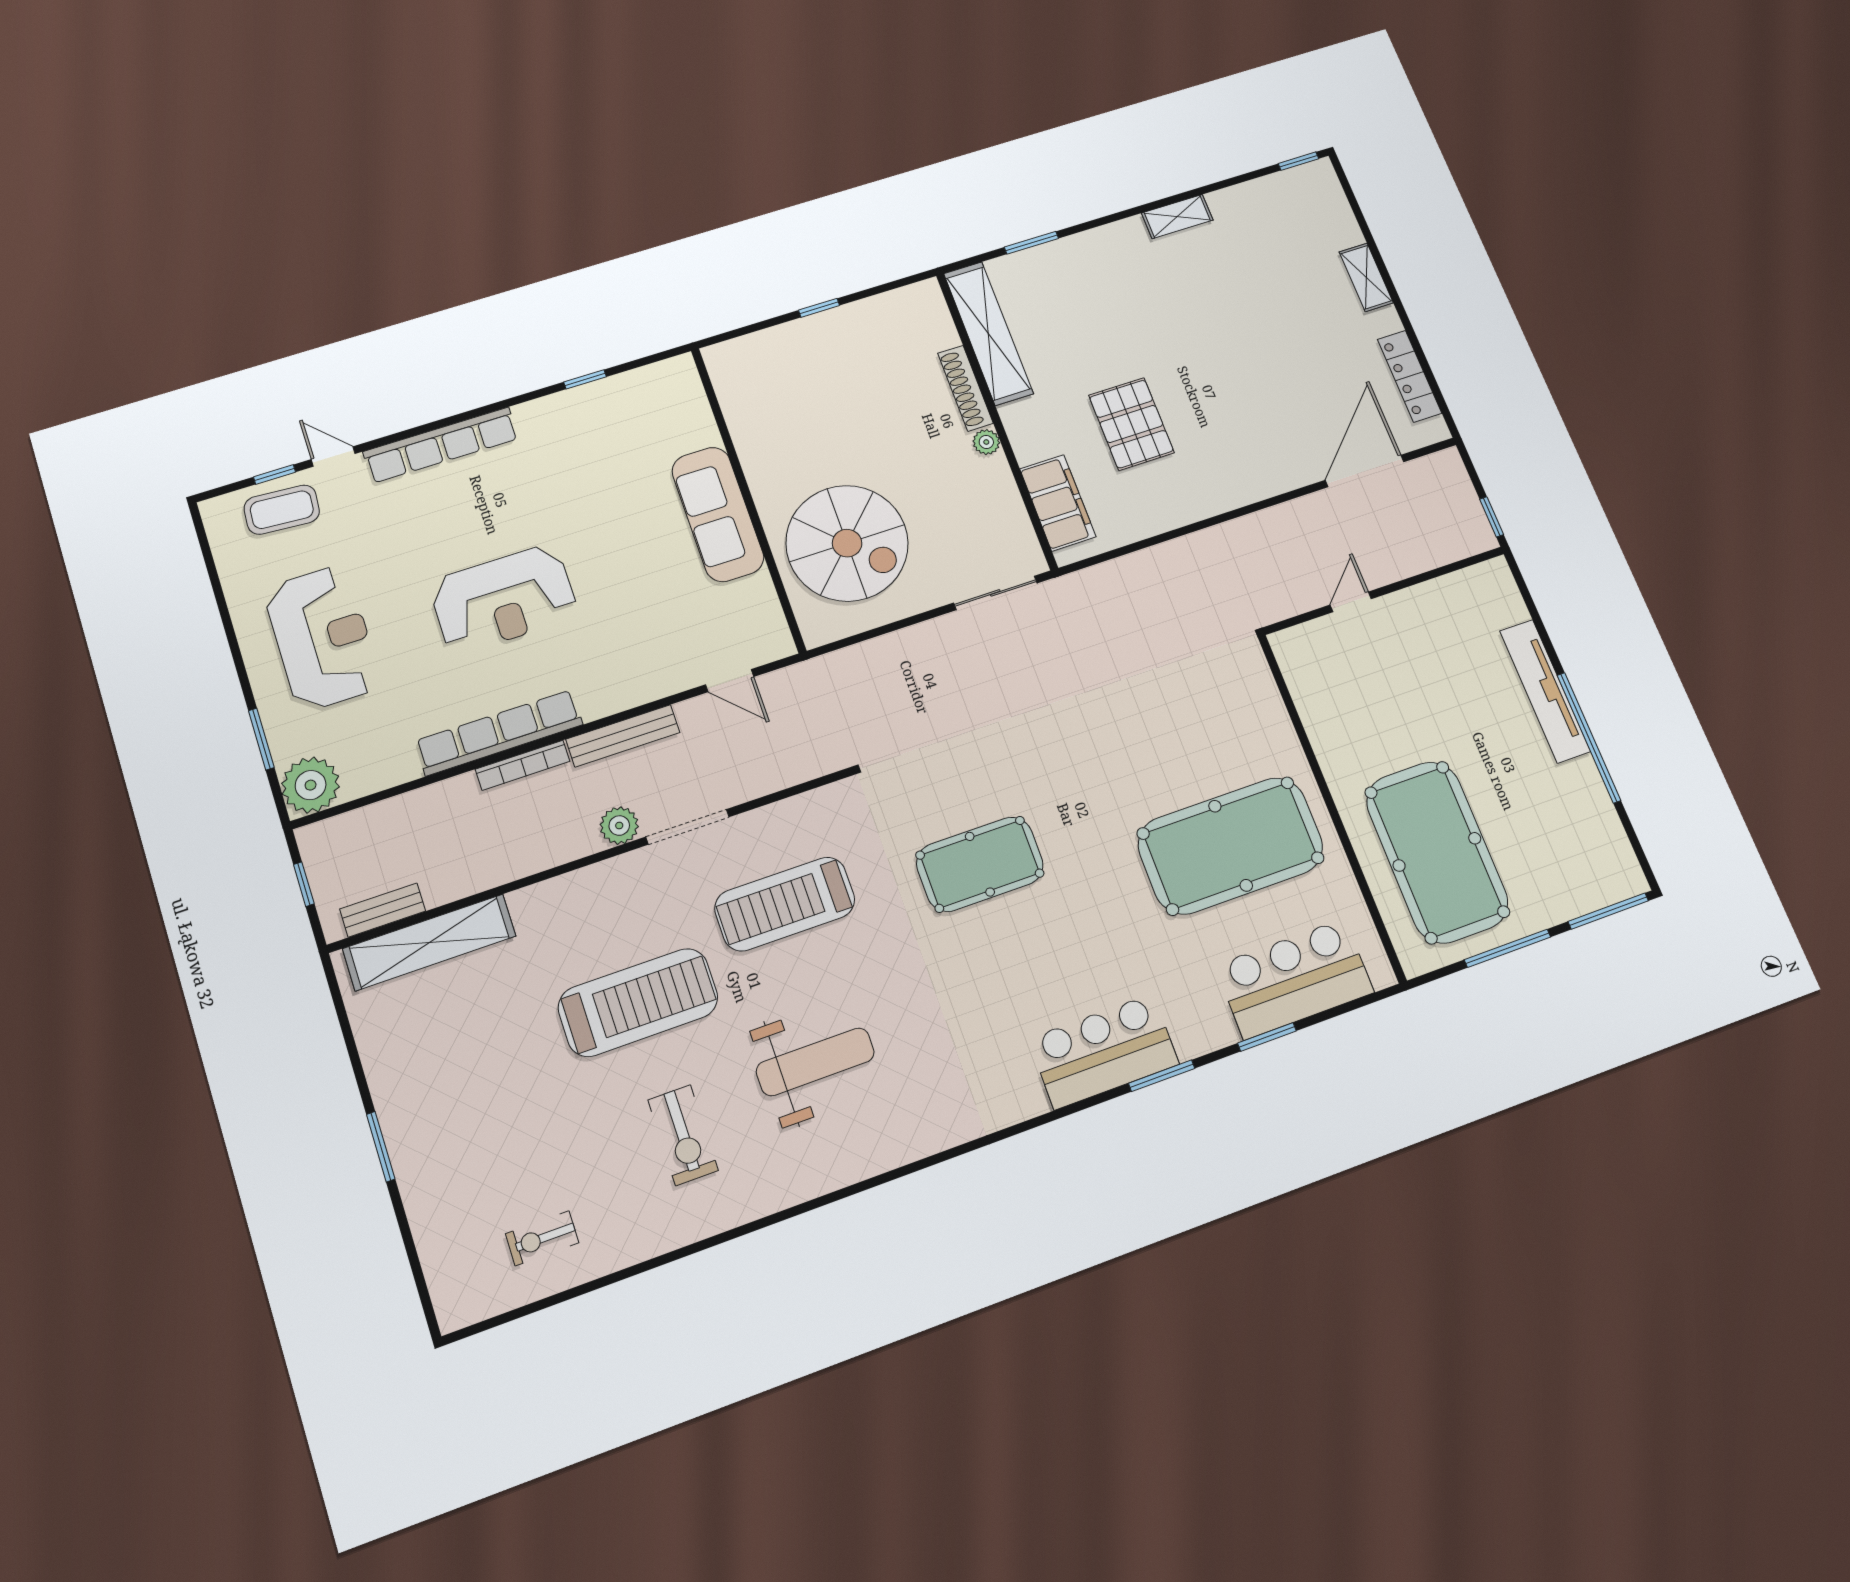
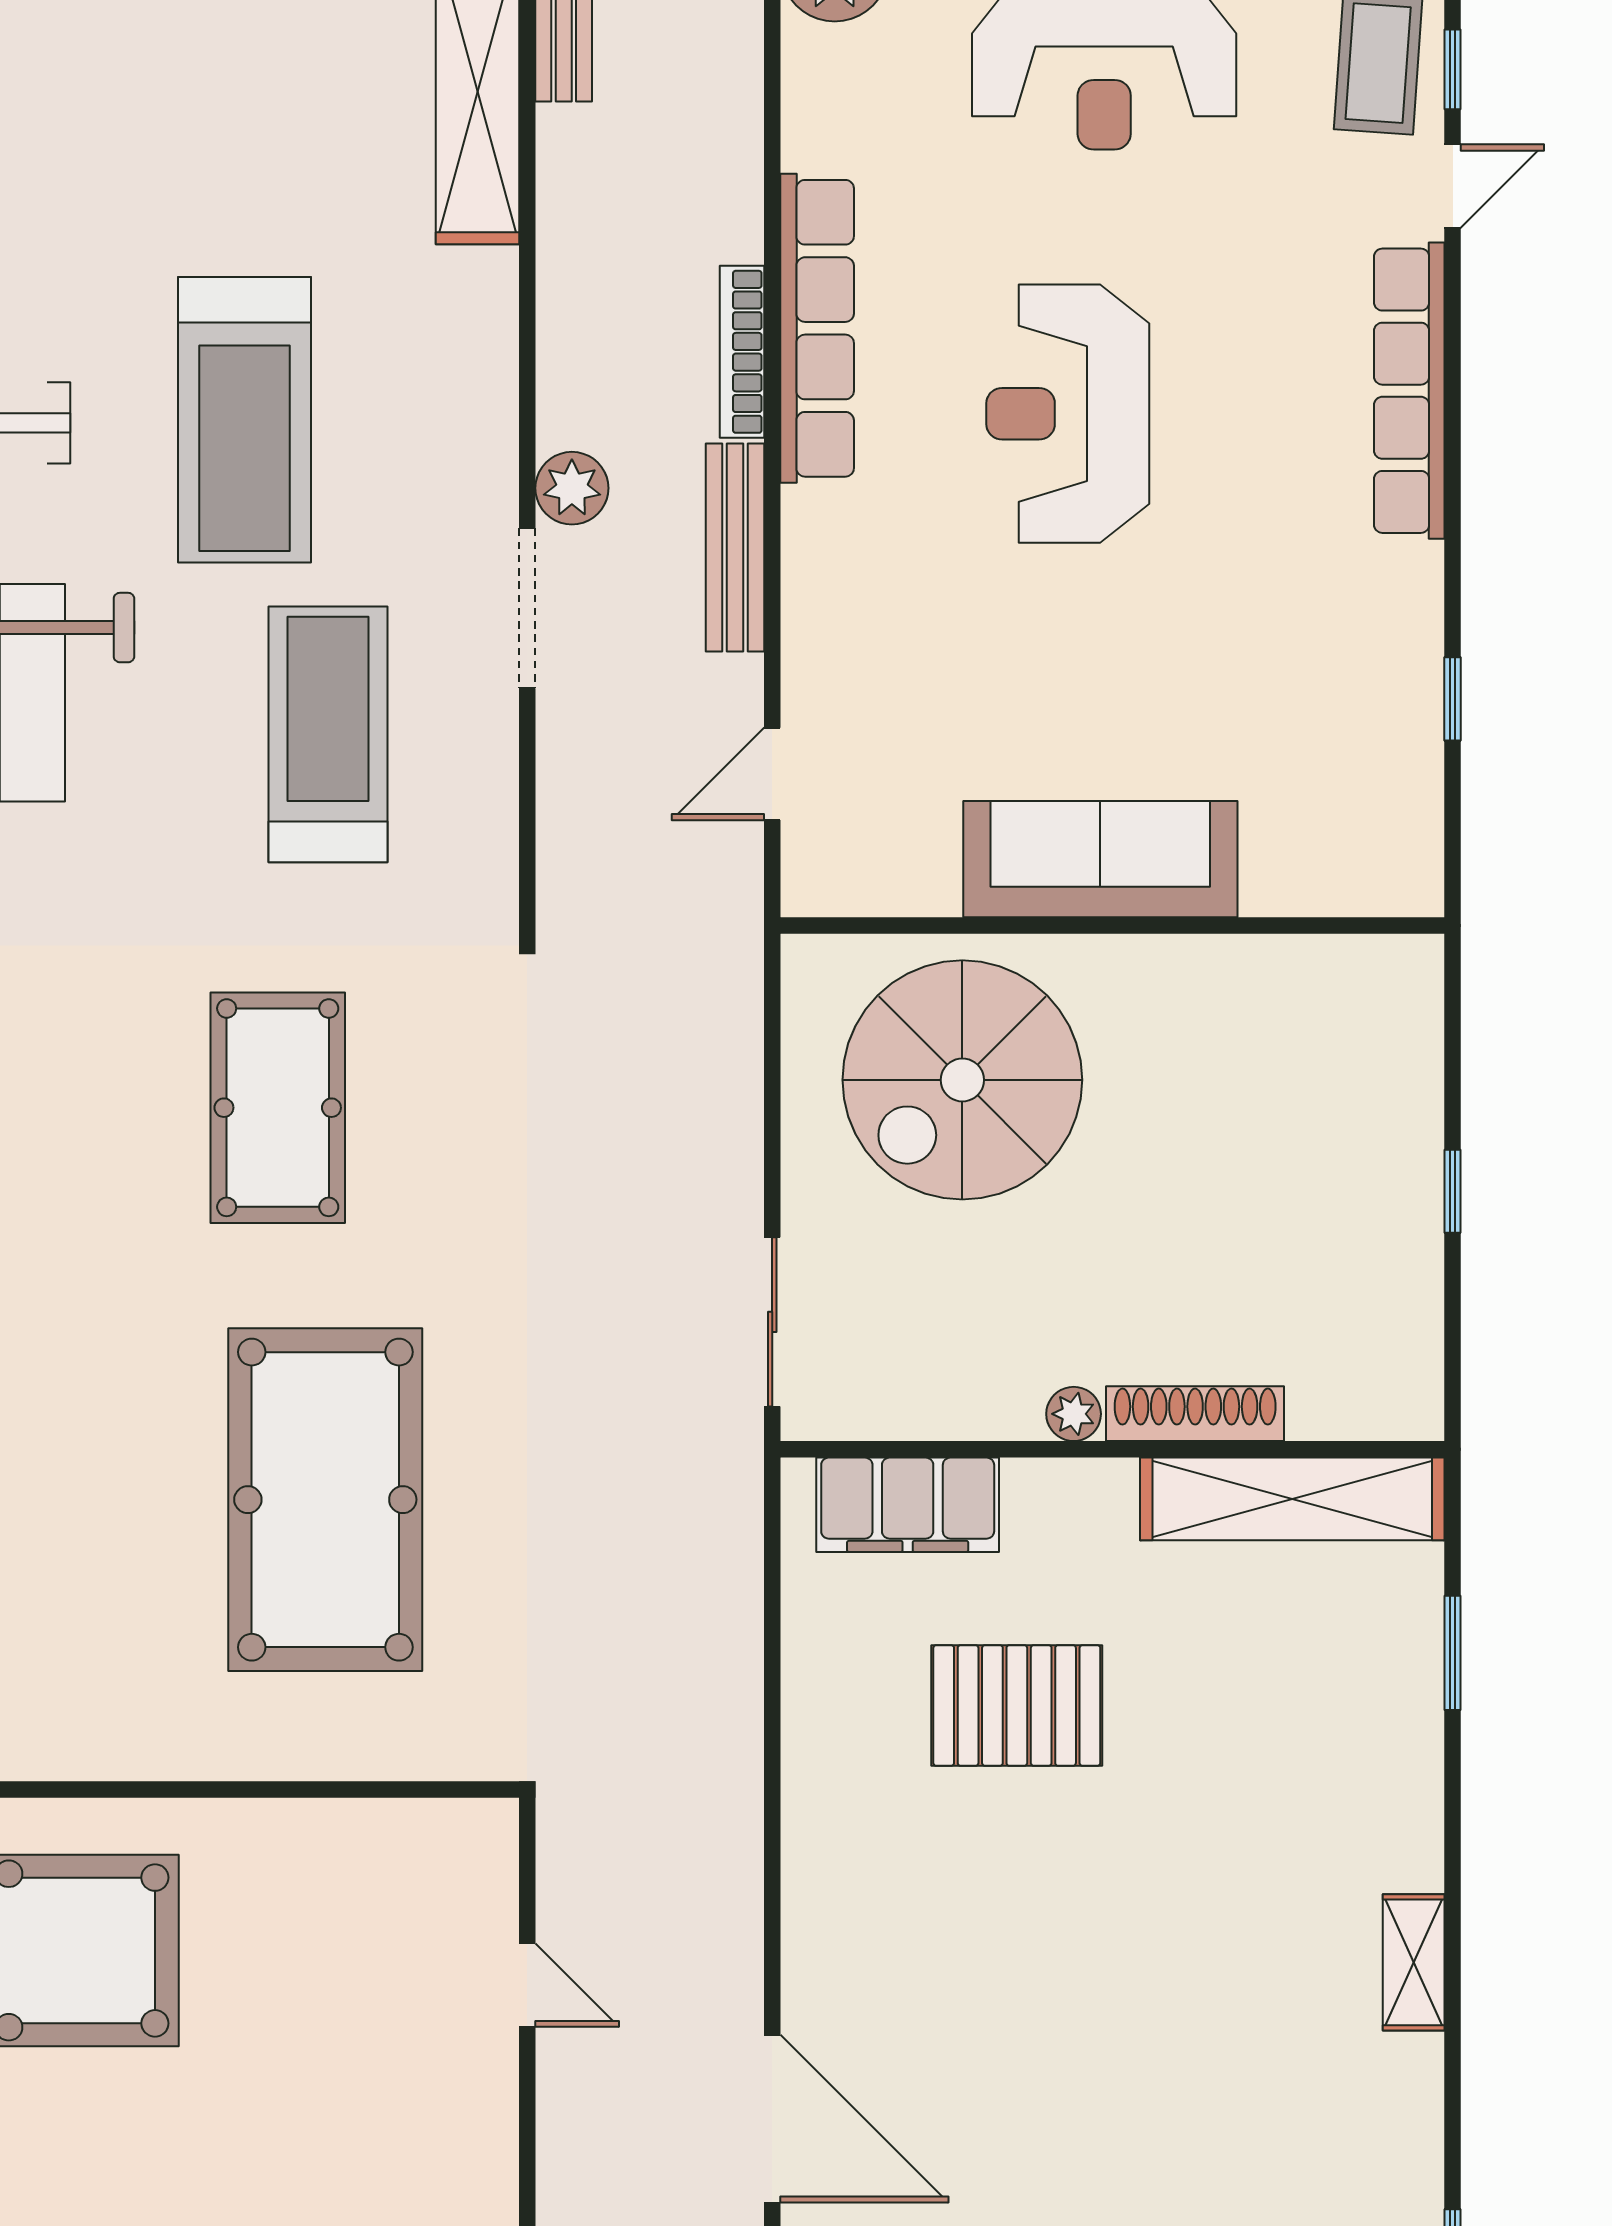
pool table: (1231, 846) -> (325, 1500), moved

